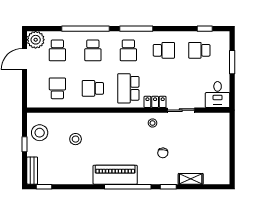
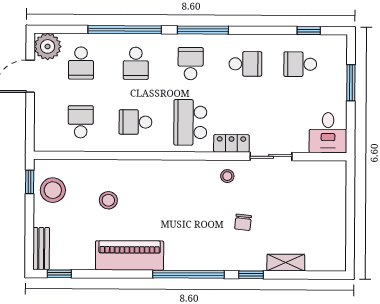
school desk: (128, 50) -> (191, 64), turned 180
window: (25, 144) -> (30, 182), moved
piano: (115, 175) -> (130, 255), moved

